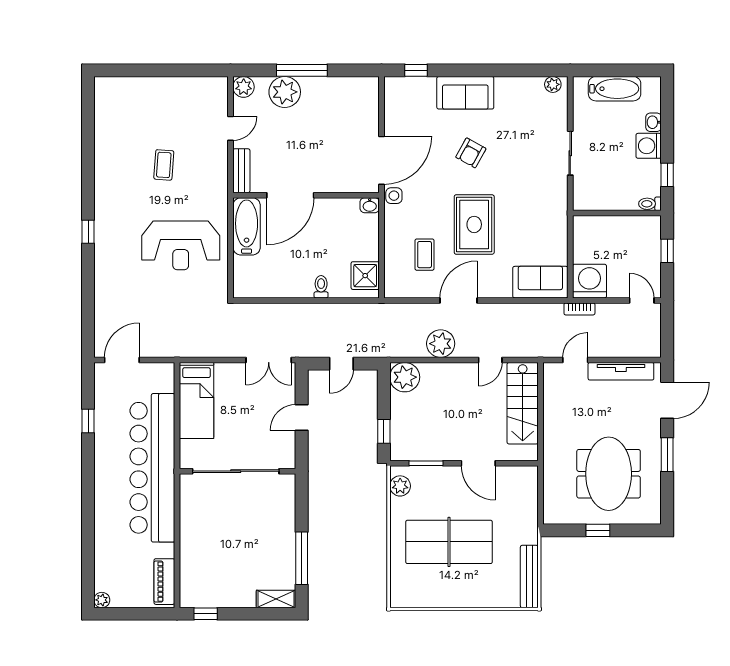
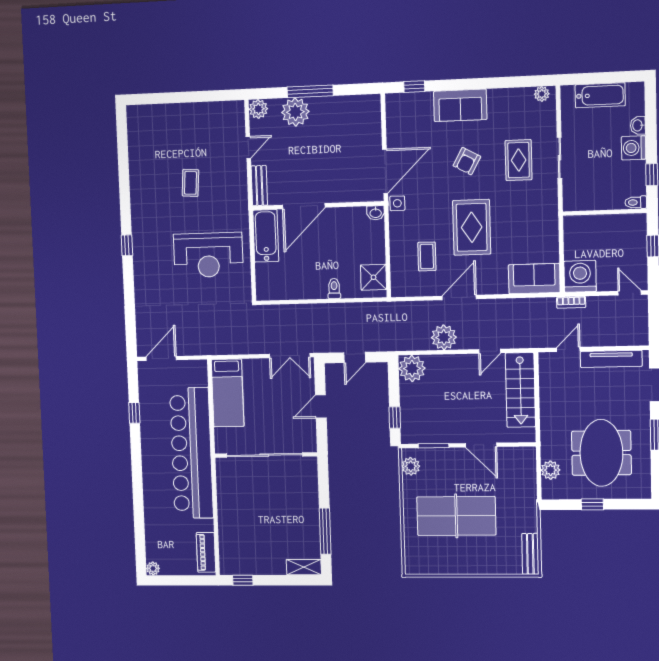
rug: (526, 154) -> (519, 160), added
plant: (553, 492) -> (551, 470), added
bench: (529, 576) -> (530, 554), width x0.73

